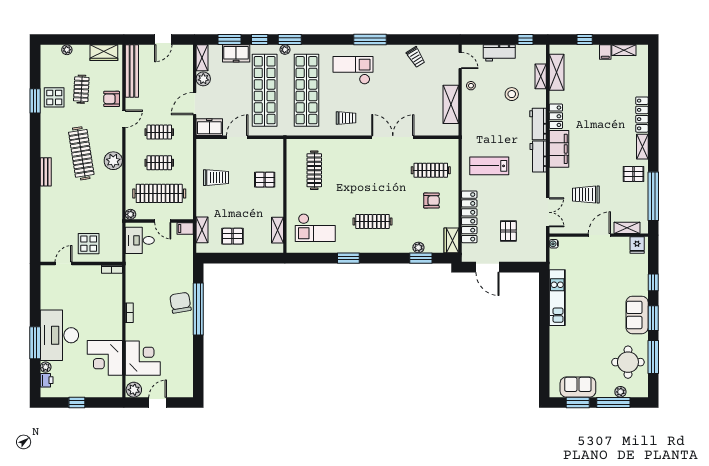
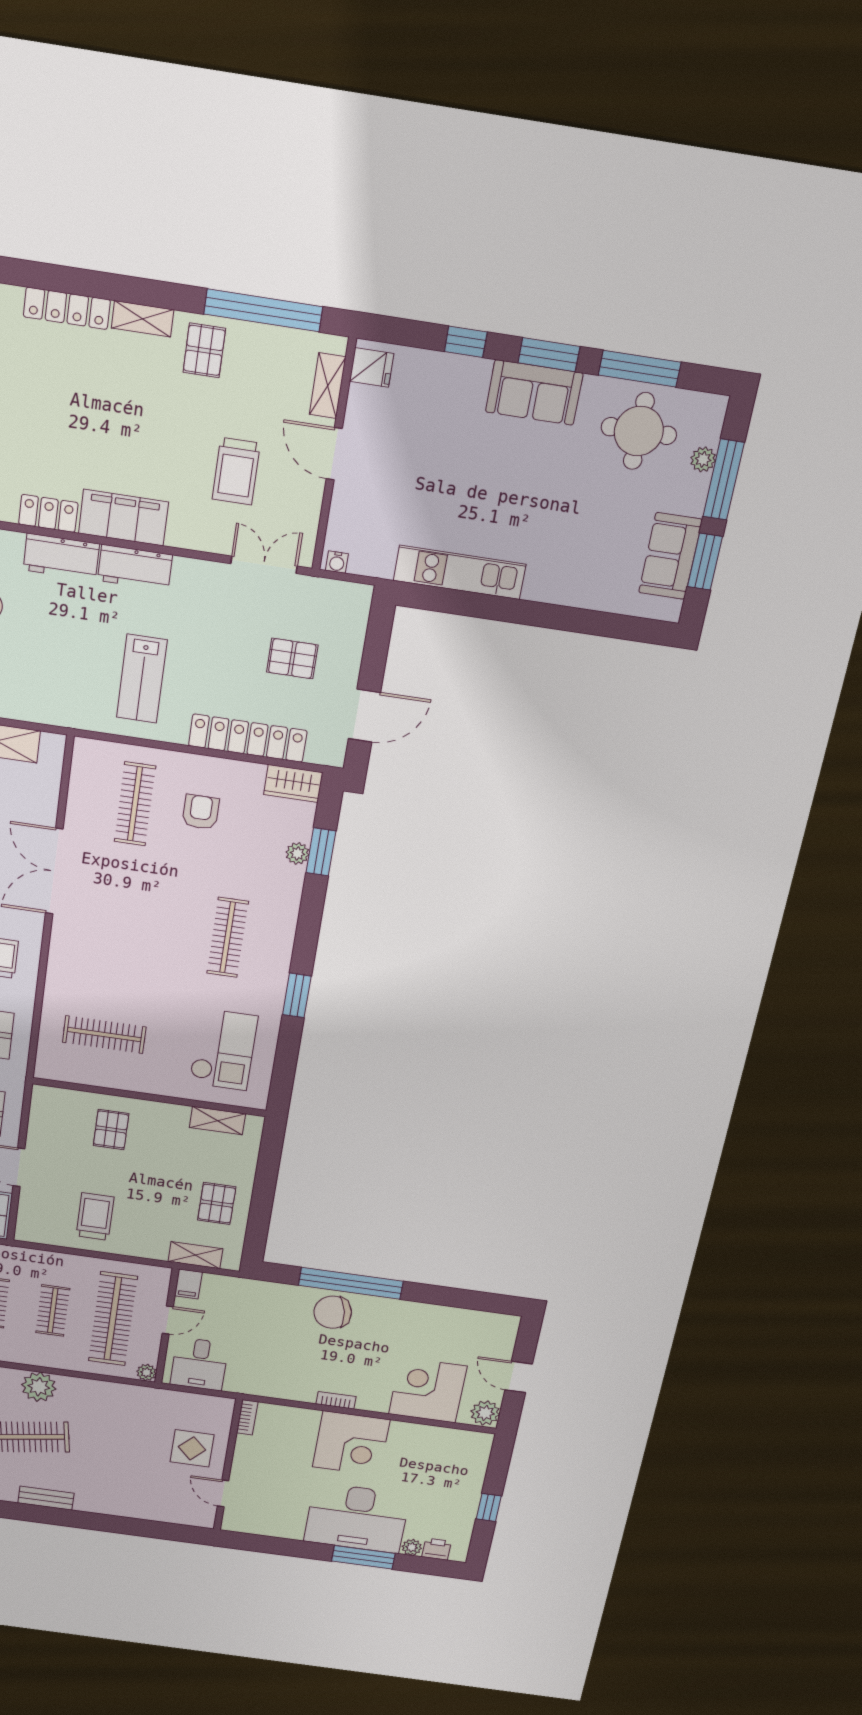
corner desk: (105, 358) -> (351, 1443), moved

